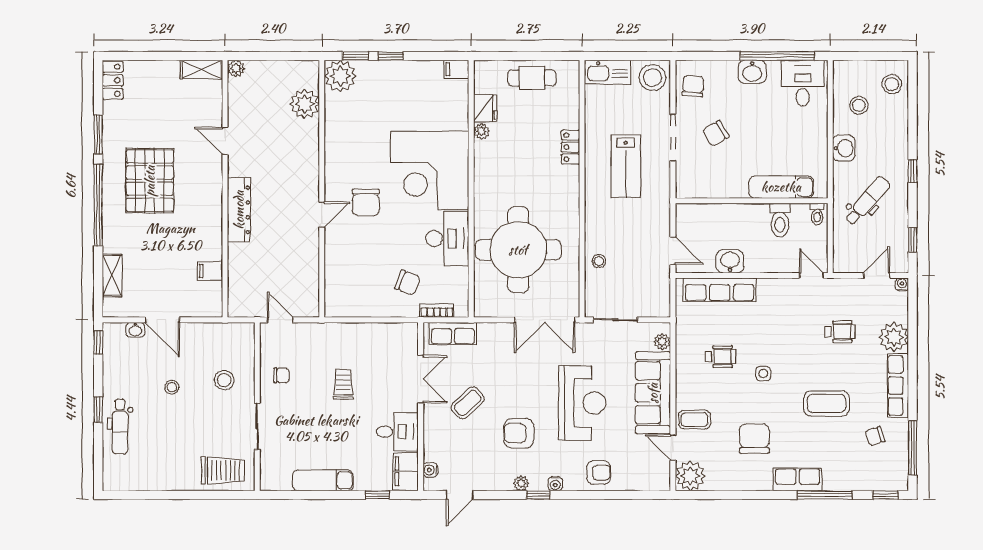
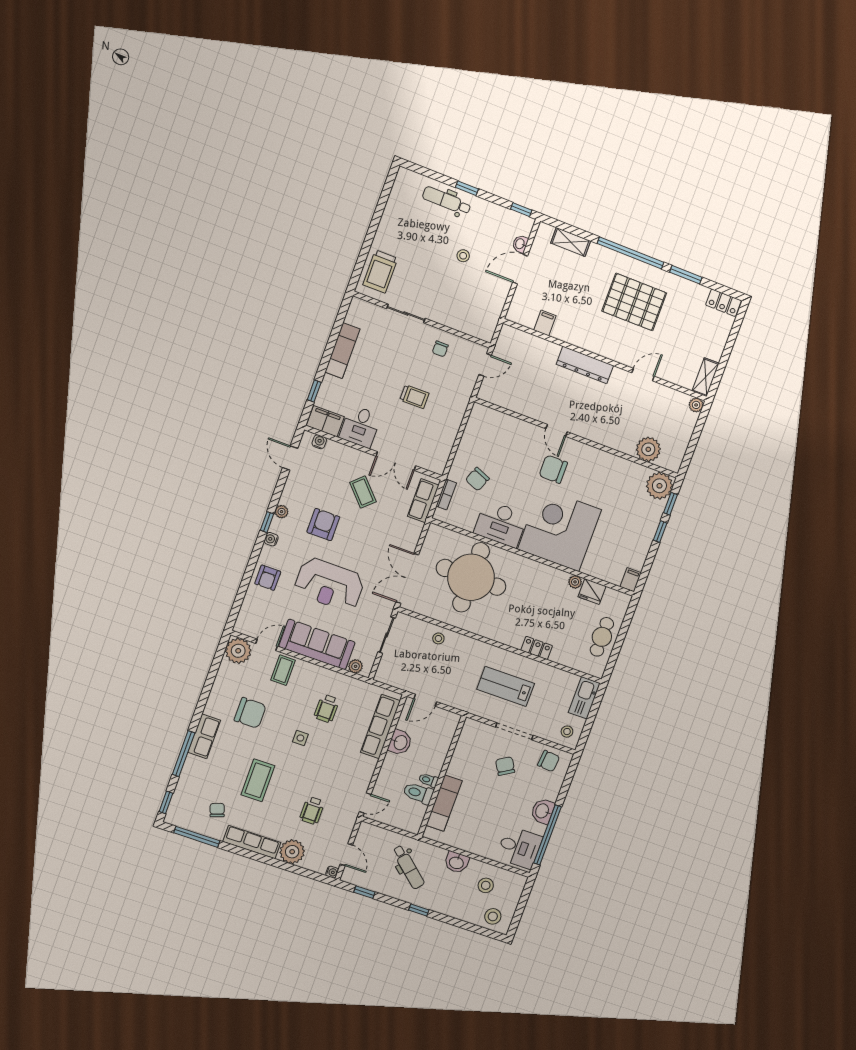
stool: (652, 78) -> (567, 732), width x0.53, depth x0.53
toilet: (817, 214) -> (428, 780), moved
stool: (224, 380) -> (453, 301), removed

